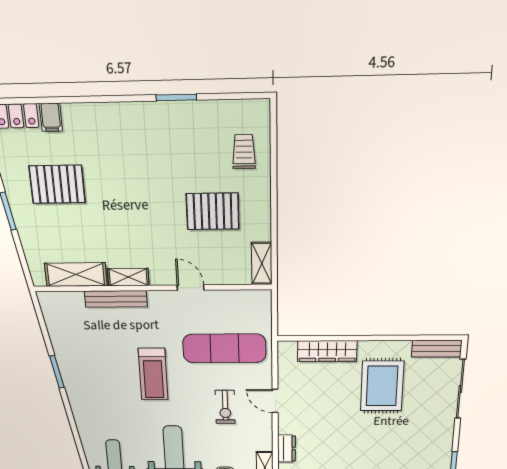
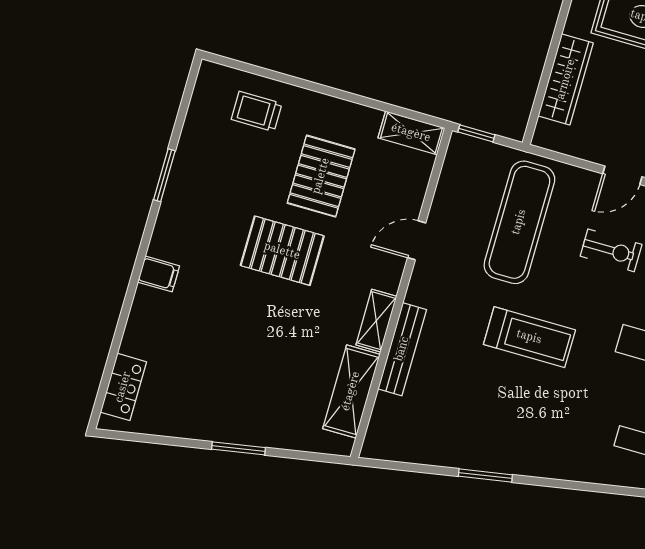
filing cabinet: (51, 117) -> (159, 274), moved
pallet: (57, 184) -> (282, 251), moved, turned 90
window: (275, 305) -> (476, 133), added

